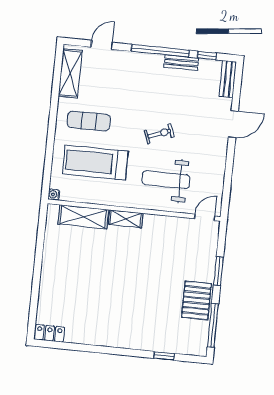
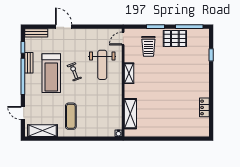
treadmill: (95, 162) -> (51, 73), moved
door: (205, 217) -> (123, 39), hinge flipped
shelving: (126, 219) -> (129, 73), moved
trolley: (188, 257) -> (148, 46), added
locker: (49, 333) -> (204, 107), moved

